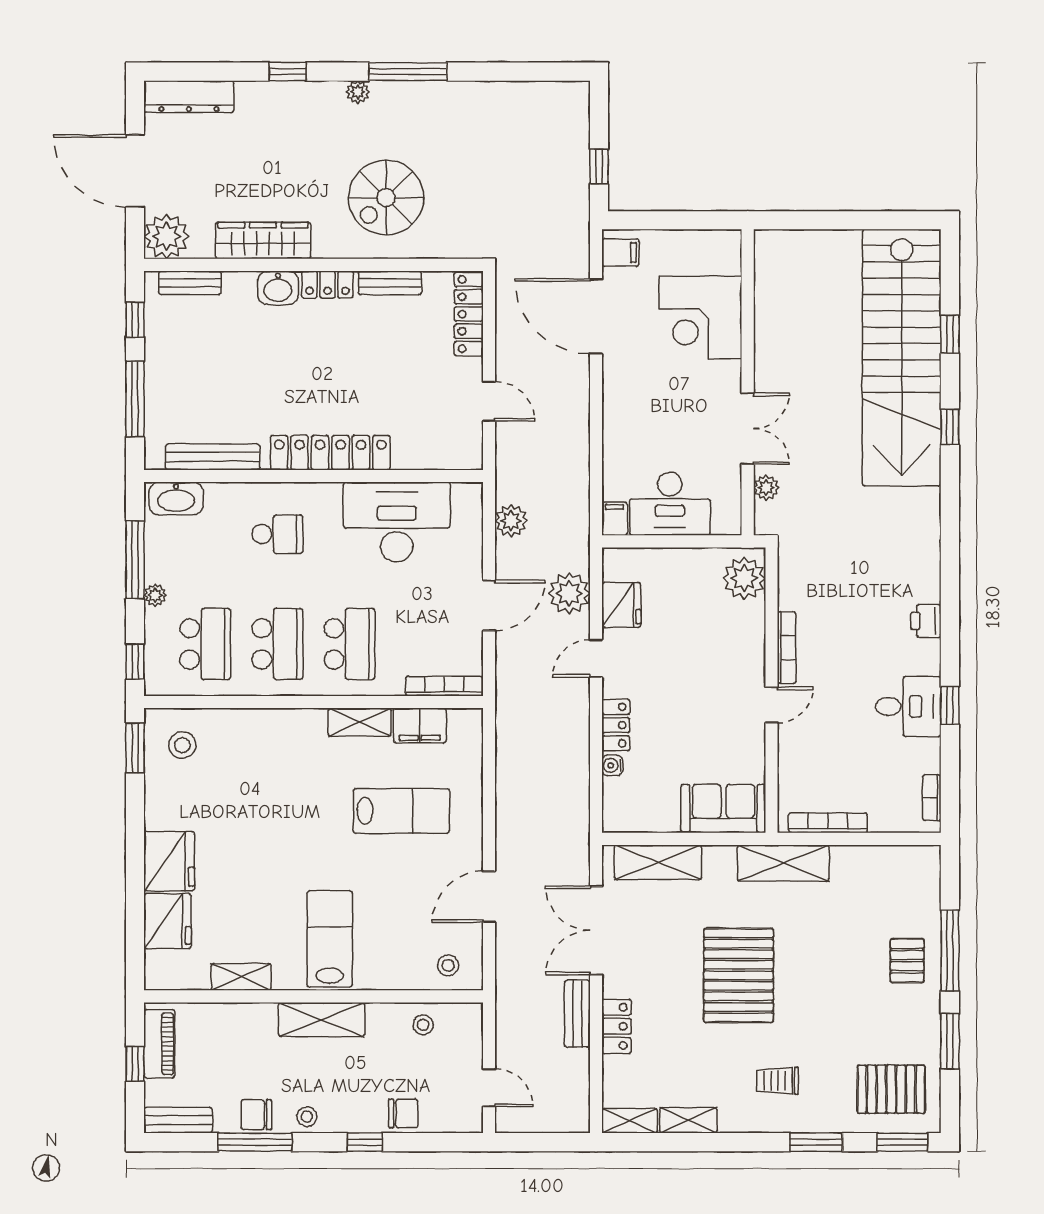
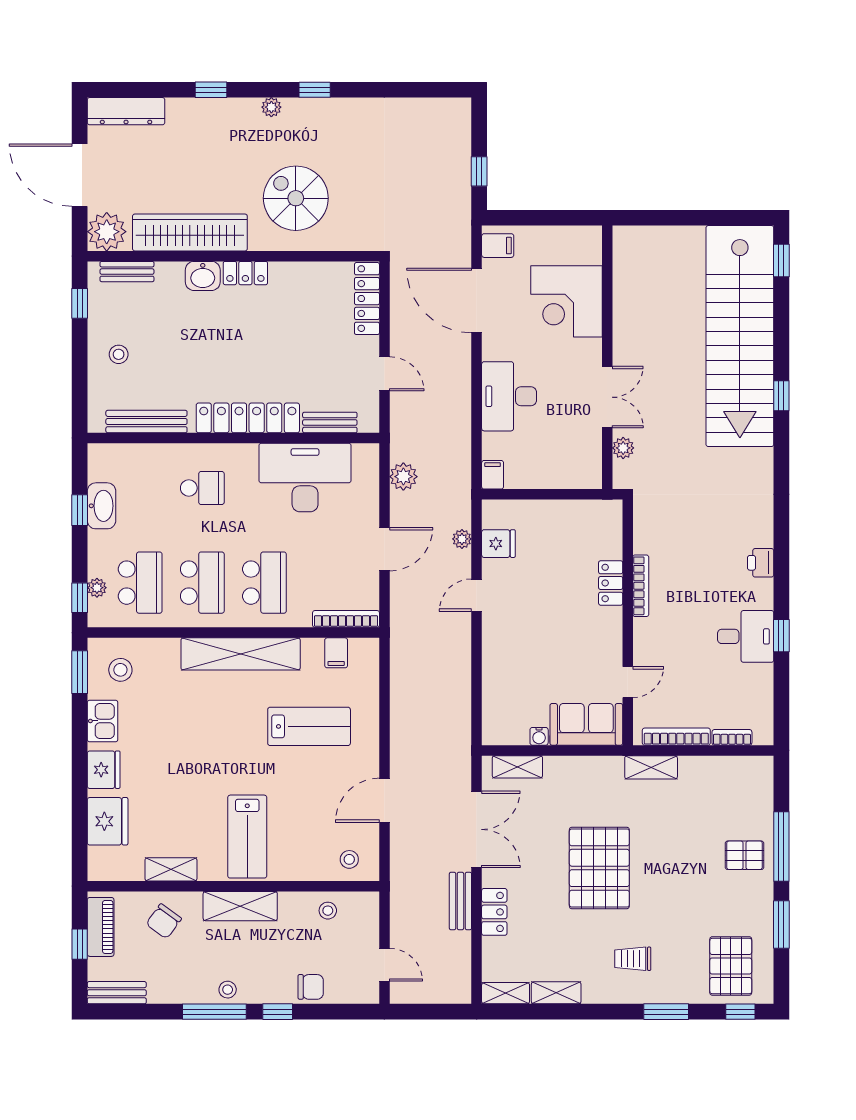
window: (408, 72) -> (315, 90), width x0.46
spiral stairs: (386, 198) -> (296, 198), turned 90
wardrobe: (263, 241) -> (190, 232), width x1.40, depth x1.17
bench: (390, 283) -> (330, 423), moved
window: (950, 334) -> (781, 261), moved
stool: (180, 379) -> (119, 354), added
window: (135, 399) -> (80, 372), removed
washbasin: (176, 498) -> (101, 506), moved, turned -90
desk: (670, 504) -> (509, 396), moved, turned 90
window: (135, 560) -> (80, 510), width x0.46
plant: (744, 578) -> (604, 526), removed
plant: (569, 593) -> (462, 539), width x0.53, depth x0.53
plant: (155, 595) -> (97, 588), moved
fridge: (621, 605) -> (498, 544), width x0.72
door: (771, 705) -> (628, 682), moved
shelving: (360, 722) -> (241, 654), width x2.20, depth x1.33
locker: (616, 725) -> (611, 583), moved, turned 180
filing cabinet: (420, 726) -> (336, 653), width x0.50
water cooler: (612, 765) -> (539, 736), moved, turned -90
bookcase: (932, 798) -> (732, 737), moved, turned 90
kitchen sink: (162, 805) -> (103, 721), added
fridge: (169, 861) -> (104, 770), width x0.73, depth x0.75
shelving: (658, 862) -> (517, 767), width x0.67, depth x0.75
shelving: (783, 863) -> (651, 767), width x0.67, depth x0.75
double door: (596, 931) -> (477, 829), swing flipped
lab bench: (330, 939) -> (247, 837), turned 180
pallet: (907, 961) -> (745, 855), turned 90
pallet: (891, 1089) -> (731, 966), turned 90
chair: (256, 1115) -> (164, 921), moved, turned -54
window: (255, 1142) -> (214, 1012), moved
window: (902, 1142) -> (740, 1012), width x0.67

